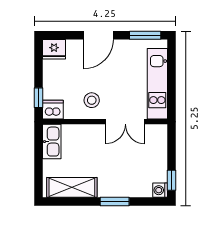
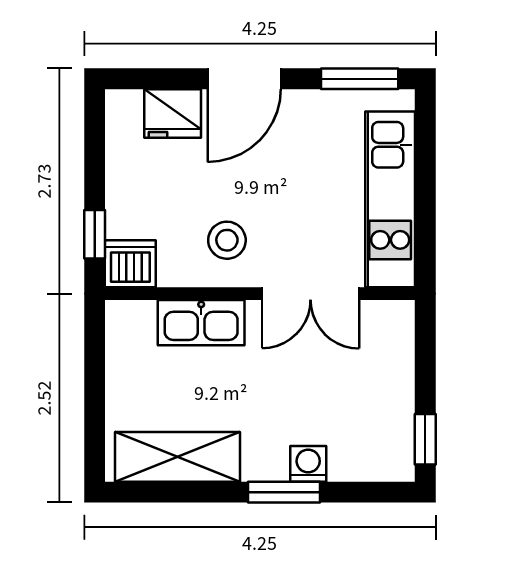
fridge: (54, 49) -> (173, 113), moved
kitchen sink: (52, 142) -> (201, 323), moved, turned 90
washing machine: (160, 190) -> (308, 464), moved, turned 90

